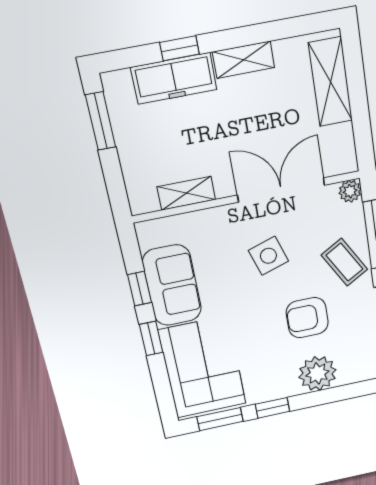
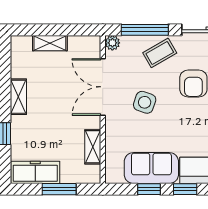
freezer: (174, 78) -> (35, 172), moved, turned -90
shelving: (331, 82) -> (50, 43), width x0.67, depth x0.75
window: (101, 121) -> (59, 189), moved
side table: (268, 256) -> (145, 102), turned 37

